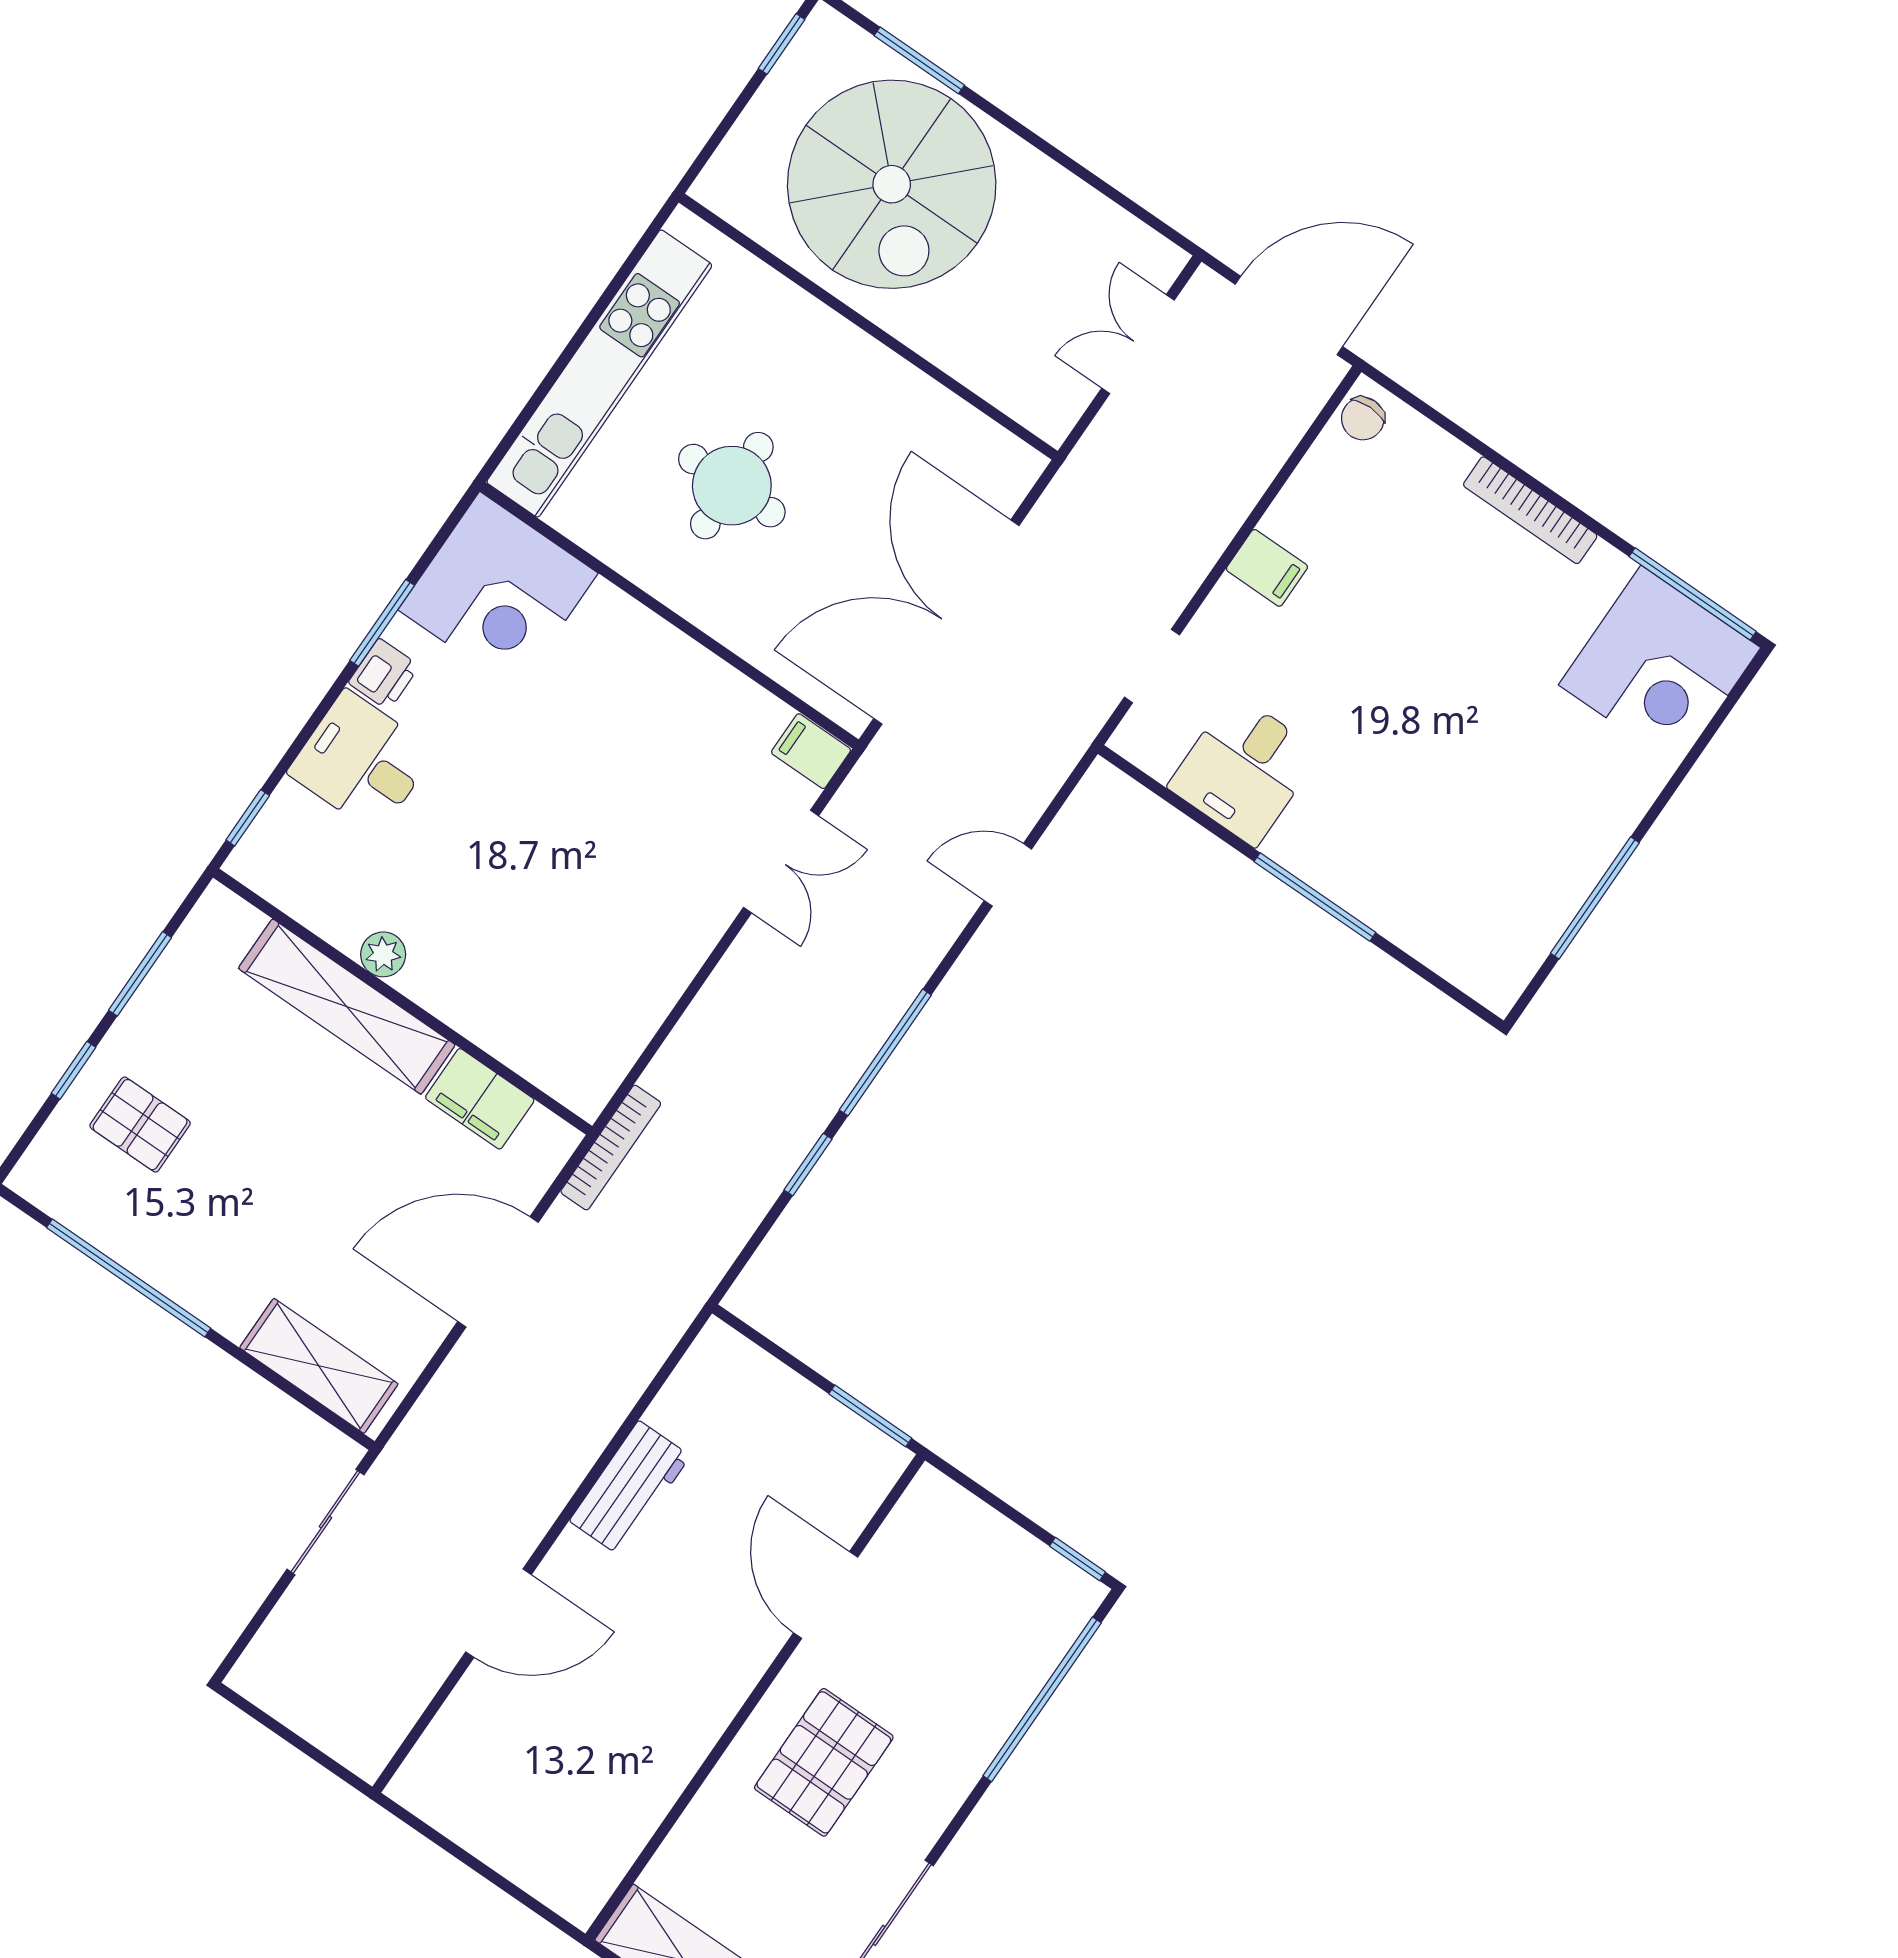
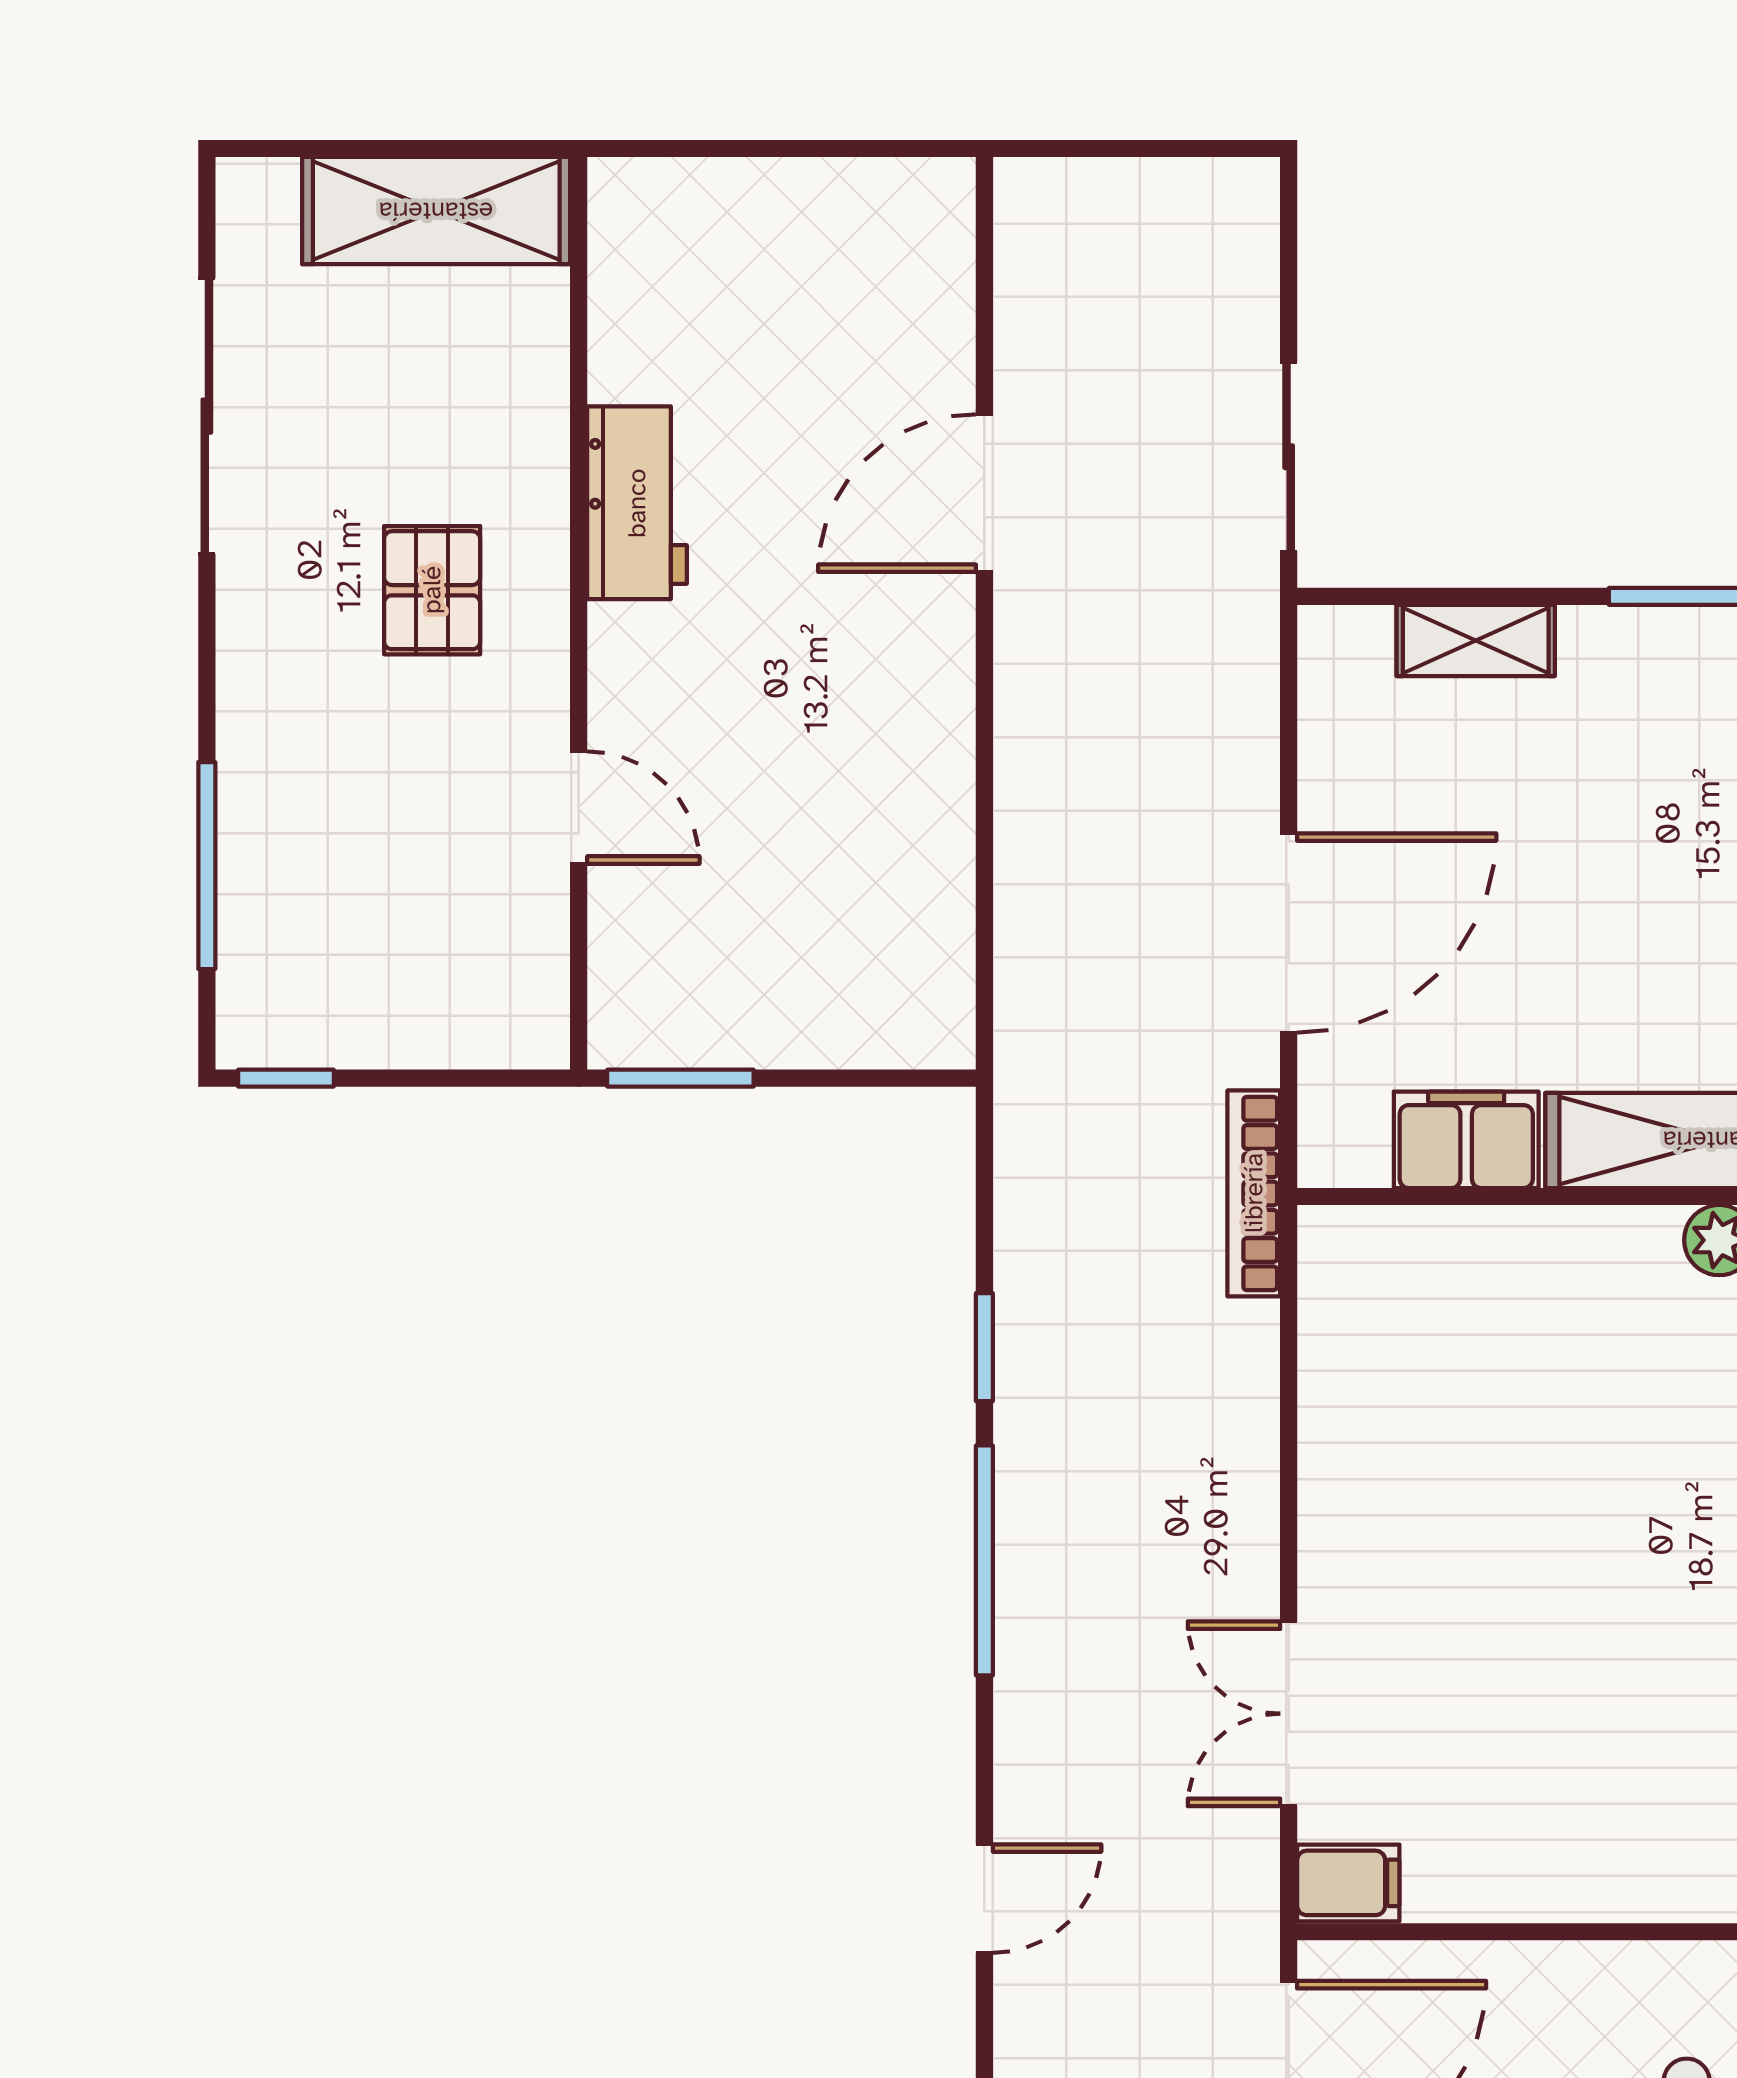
shelving: (319, 1366) -> (1476, 640), width x0.67, depth x0.75
workbench: (630, 1488) -> (637, 503), moved, turned 180
door: (826, 1595) -> (579, 808), width x0.73
window: (1042, 1699) -> (207, 866), width x0.68
pallet: (824, 1762) -> (432, 590), width x0.67, depth x0.71

